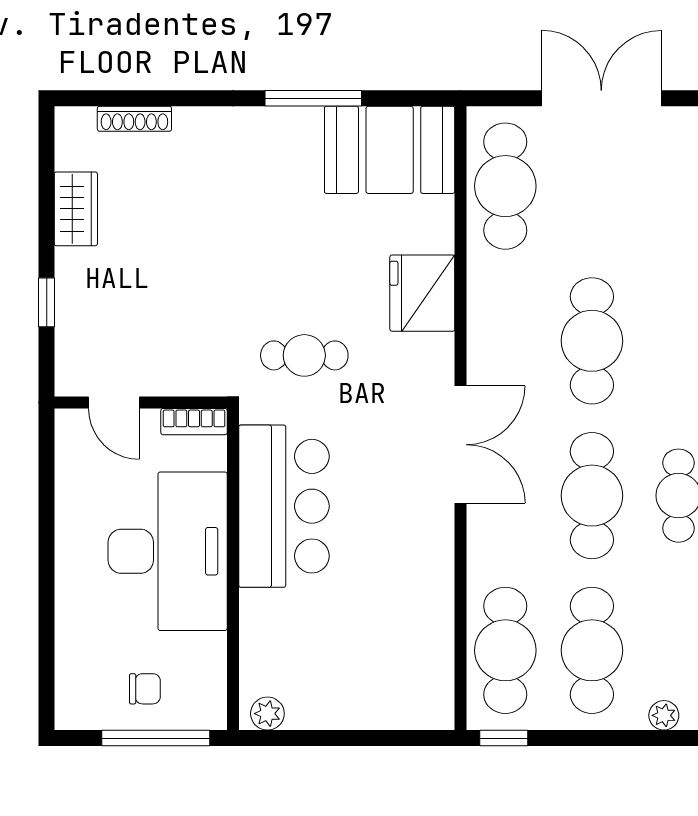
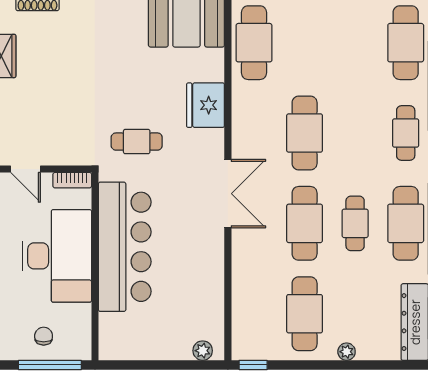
bar counter: (284, 506) -> (125, 247), width x1.36
cafe table: (505, 650) -> (254, 314), removed
chair: (145, 689) -> (44, 336), turned -90
plant: (267, 714) -> (203, 351), moved

